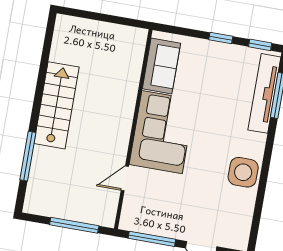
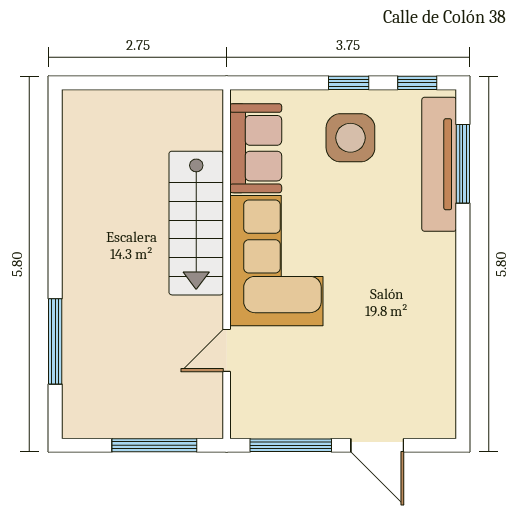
stairs: (57, 105) -> (196, 223), moved, turned 180
side table: (243, 172) -> (350, 138), moved

